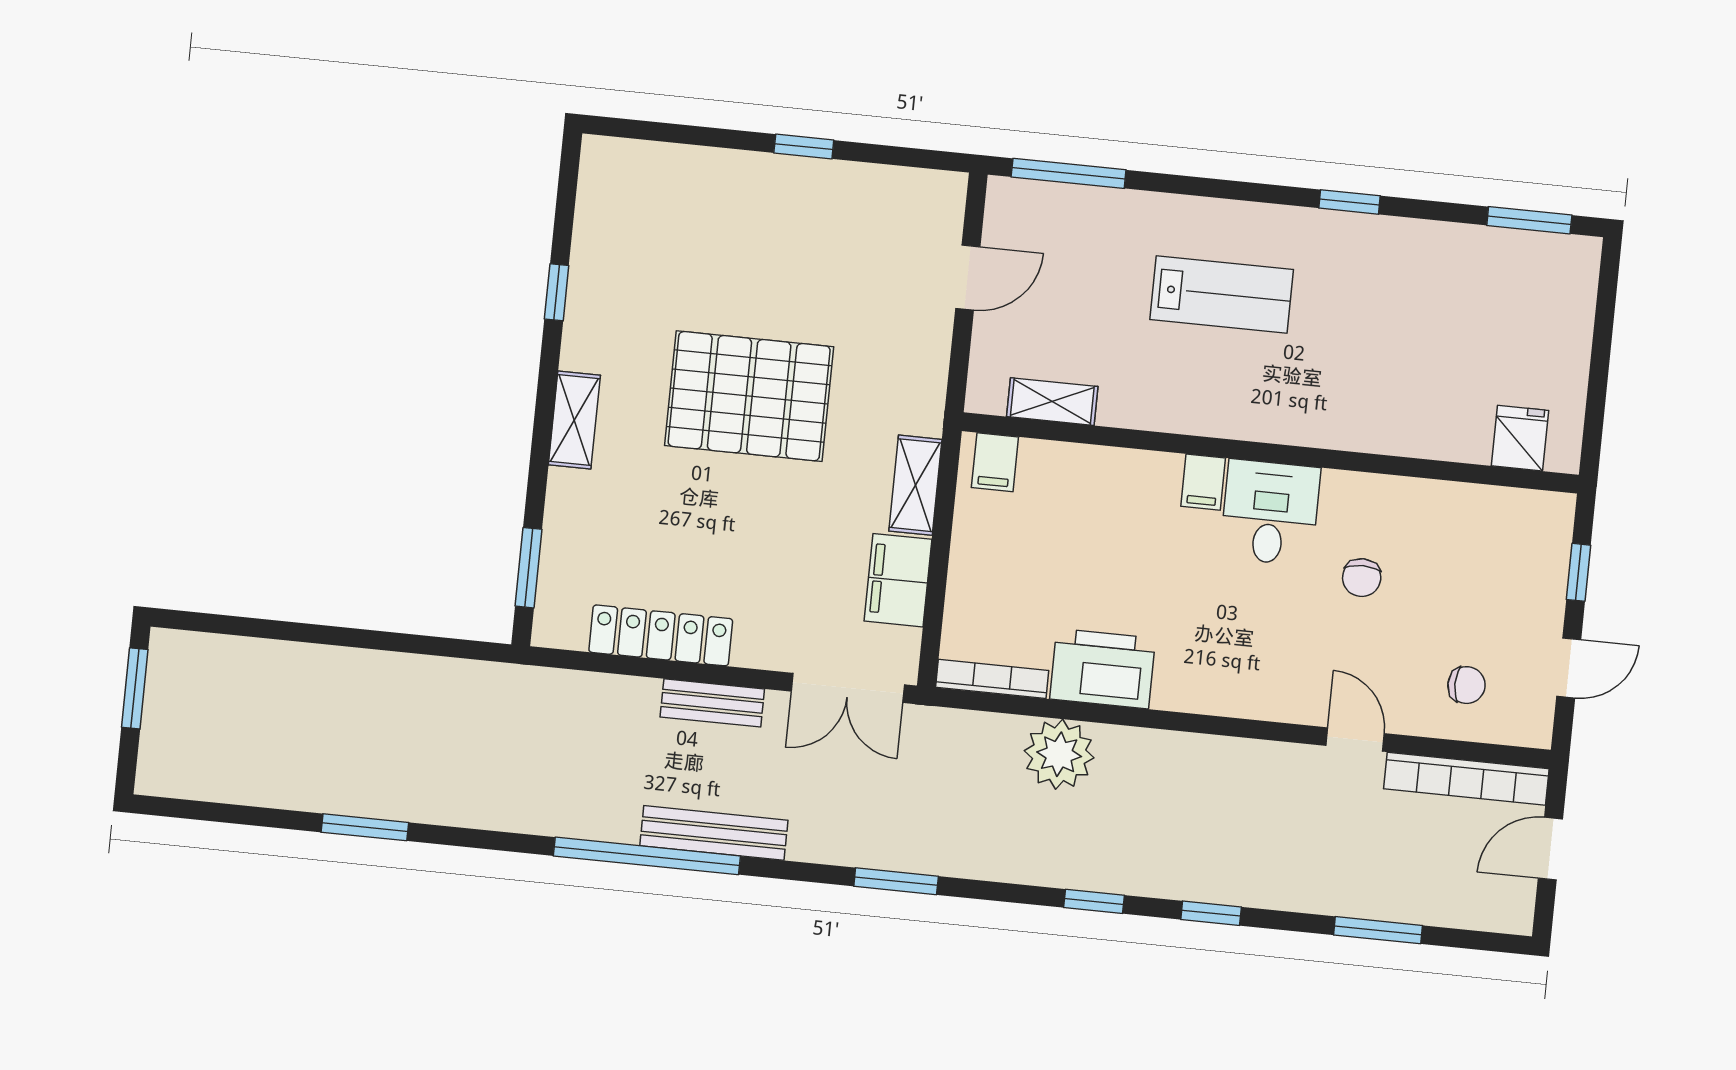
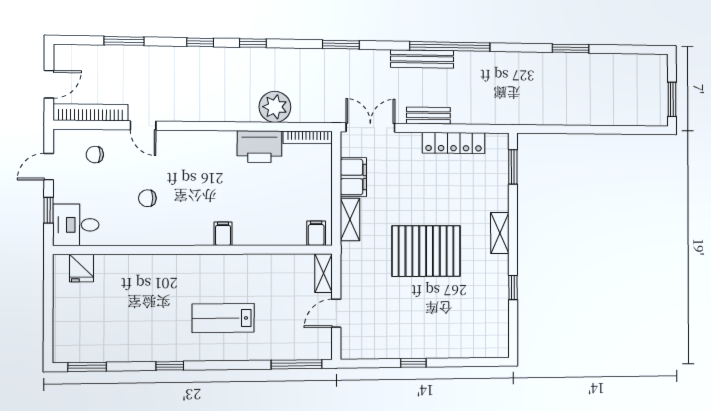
shelving: (1052, 402) -> (323, 273), moved, turned 90
desk: (1270, 512) -> (76, 225), moved, turned 90
chair: (1362, 578) -> (147, 198), turned -90

